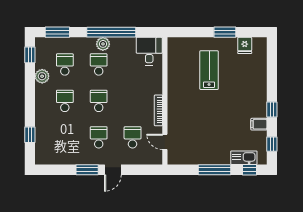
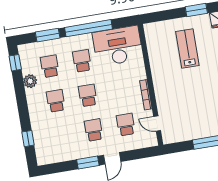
window: (57, 32) -> (48, 35), moved
plant: (103, 44) -> (83, 41), removed
desk: (149, 51) -> (118, 46), width x1.87, depth x1.30

